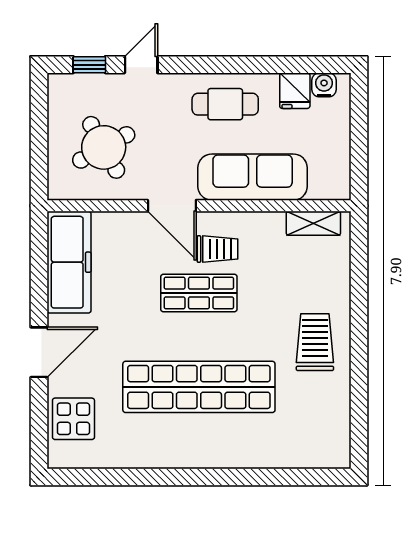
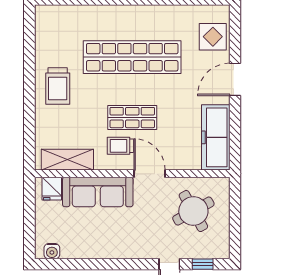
fridge: (295, 91) -> (52, 189), moved, turned 180
cafe table: (225, 104) -> (115, 239), removed
shelving: (313, 223) -> (67, 160), width x1.50, depth x1.33

